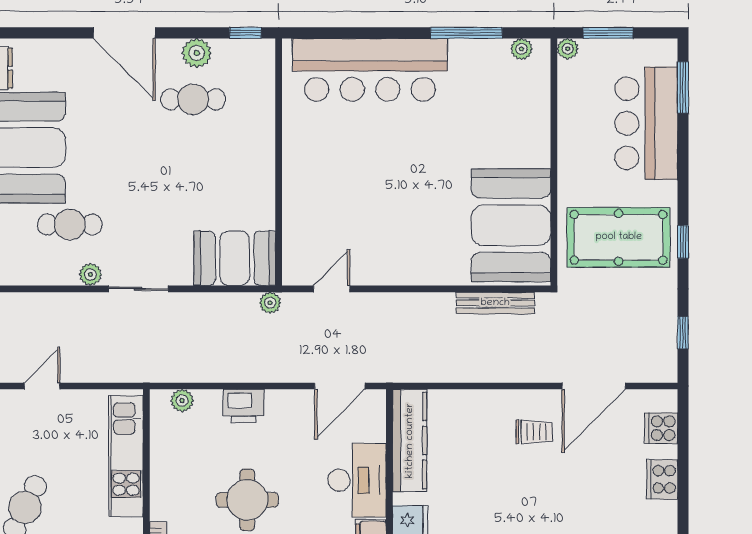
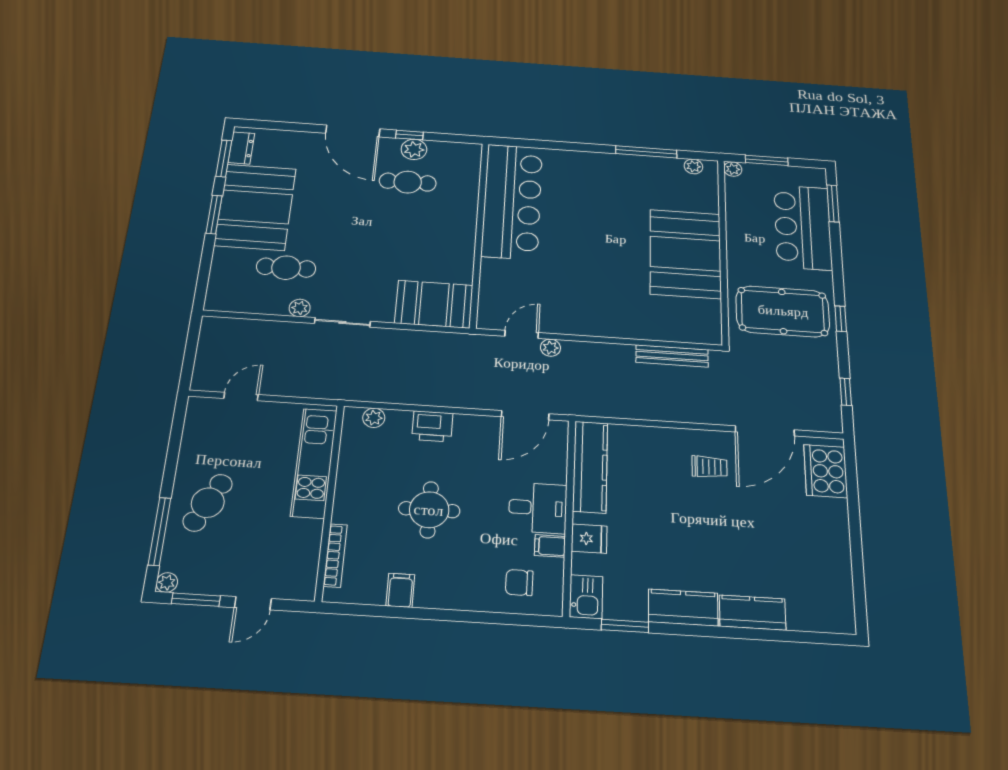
window: (245, 33) -> (409, 135), moved
bar counter: (370, 70) -> (512, 201), moved, turned -90
booth: (511, 225) -> (685, 254), moved
plant: (270, 303) -> (550, 348), moved
cooker: (661, 428) -> (826, 471), width x1.87, depth x1.31
cooker: (662, 479) -> (834, 517), removed
desk: (357, 480) -> (538, 508), width x0.73

